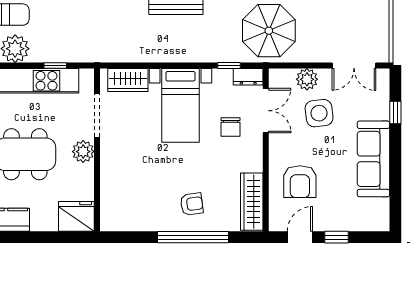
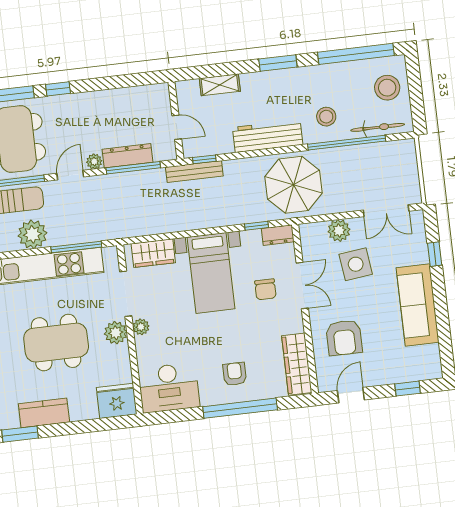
window: (55, 66) -> (76, 247), width x2.17
double door: (266, 111) -> (302, 286), moved
plant: (108, 149) -> (141, 327), added
armchair: (192, 204) -> (235, 374), turned -82
desk: (128, 210) -> (169, 388), added
window: (336, 237) -> (408, 389), moved

